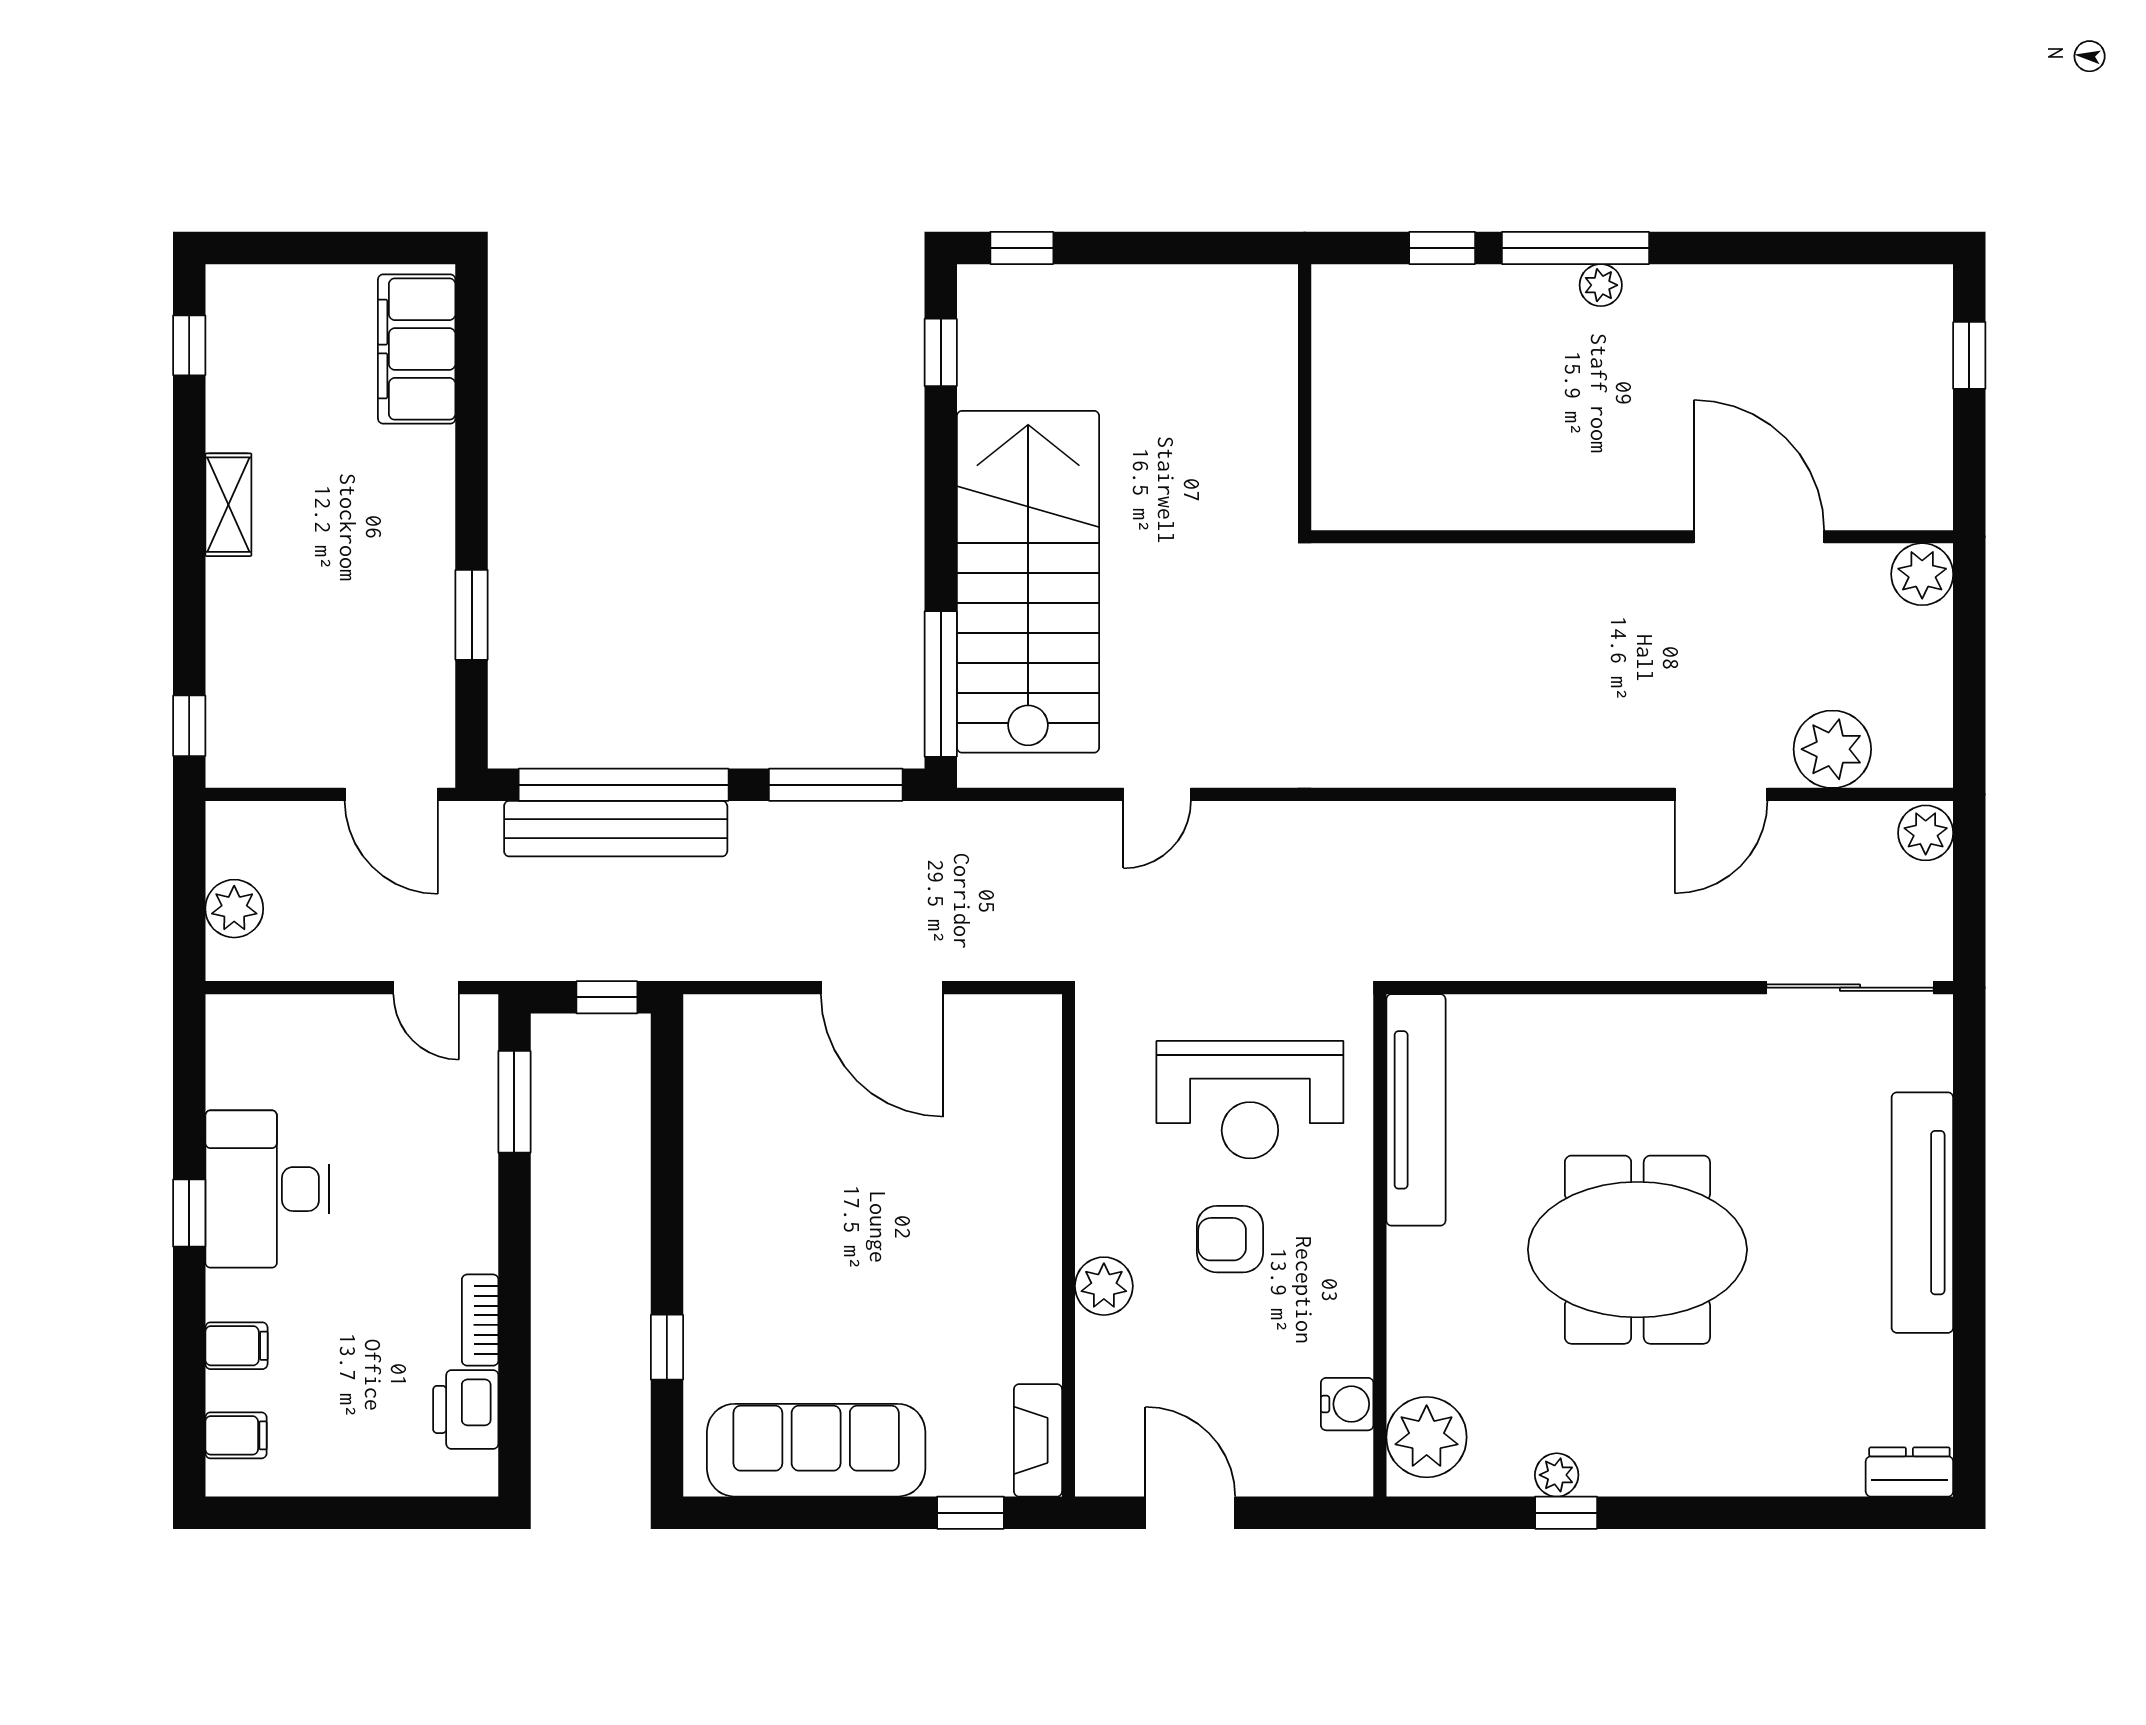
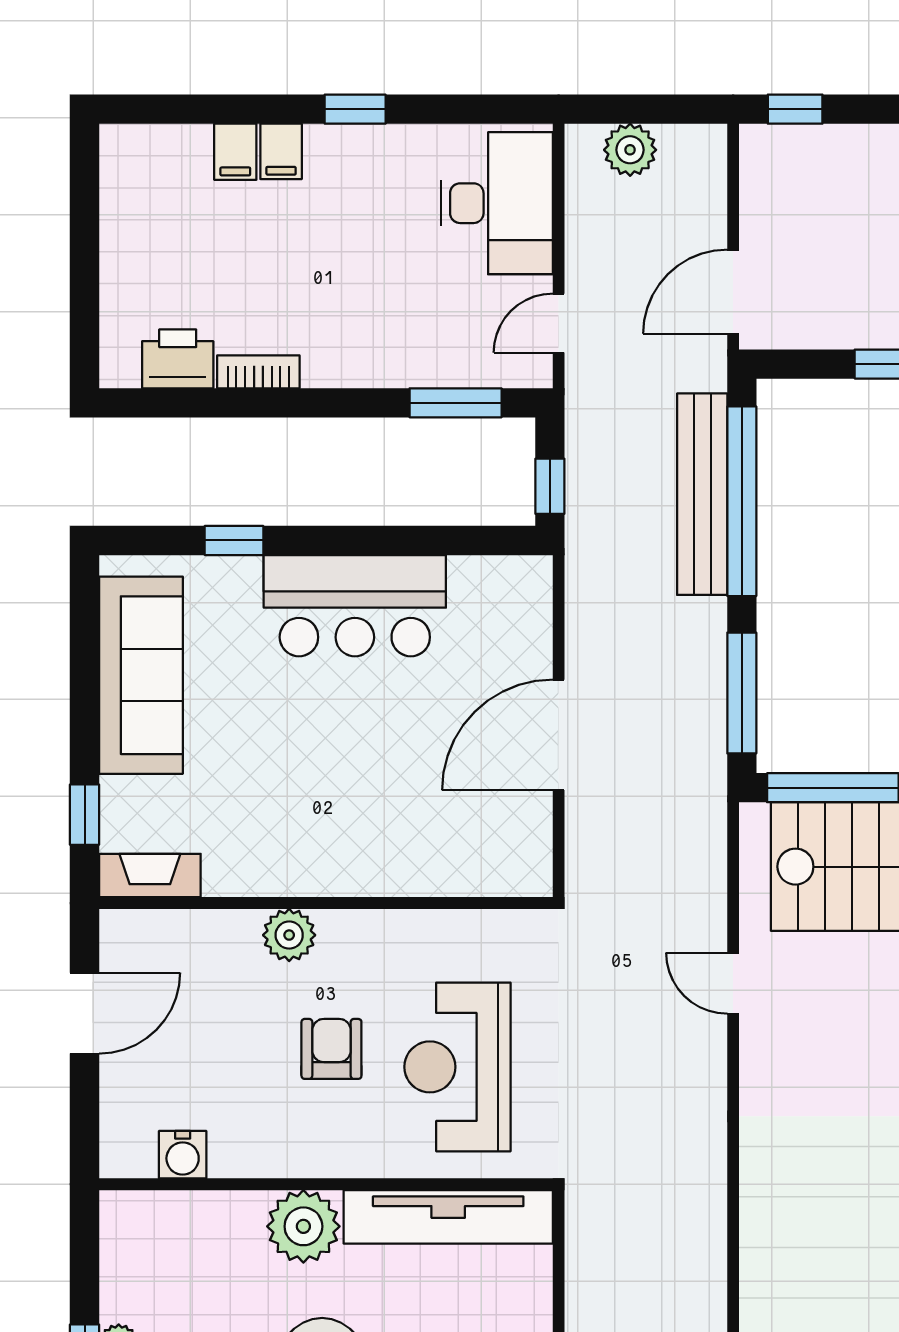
desk: (267, 1189) -> (497, 203), moved, turned 90
bar counter: (739, 1213) -> (355, 606), added
filing cabinet: (236, 1435) -> (281, 151), moved
plant: (1427, 1437) -> (303, 1226), moved

